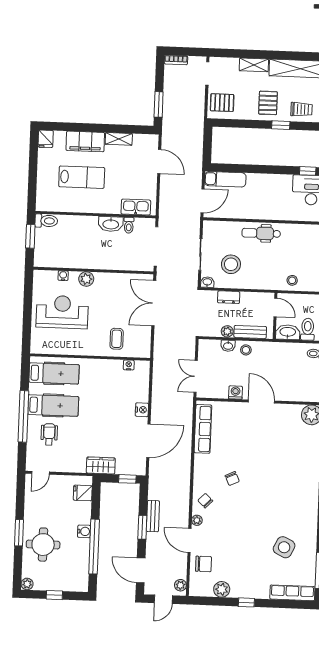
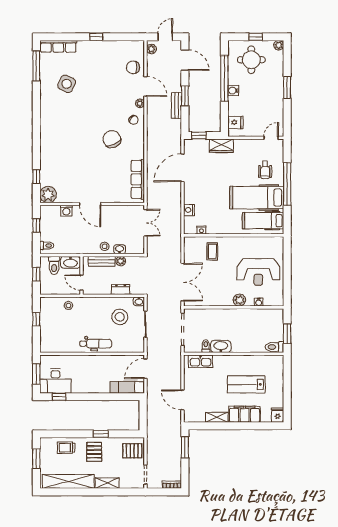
window: (281, 125) -> (101, 434), moved
washing machine: (235, 392) -> (66, 211), moved
hospital bed: (53, 405) -> (257, 198), width x1.37, depth x1.29
nightstand: (142, 410) -> (189, 210), moved
chair: (232, 479) -> (112, 139), width x1.87, depth x1.87
round table: (43, 545) -> (251, 60), moved
plant: (222, 589) -> (117, 47), removed

